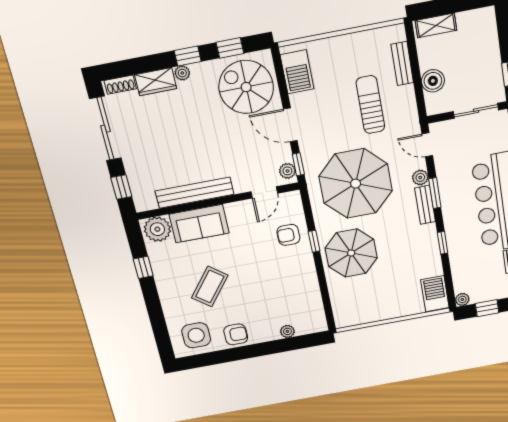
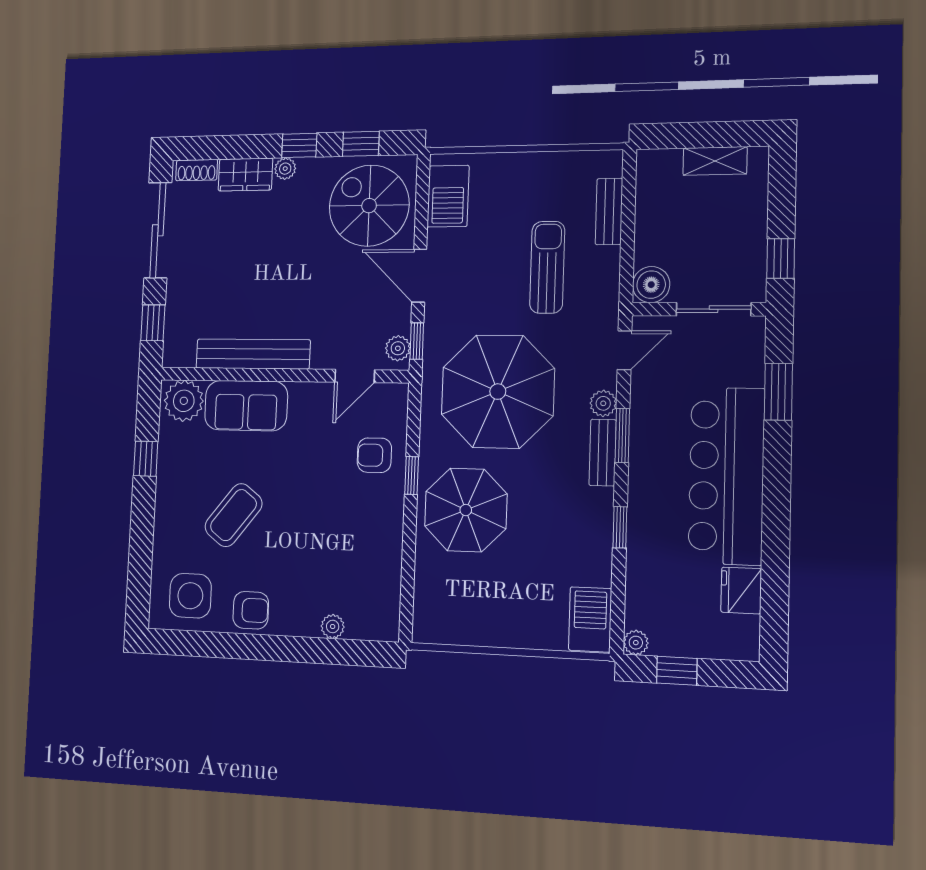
shelving: (436, 25) -> (715, 161), moved
boiler: (433, 81) -> (651, 285), moved
door: (427, 145) -> (625, 350), swing flipped

